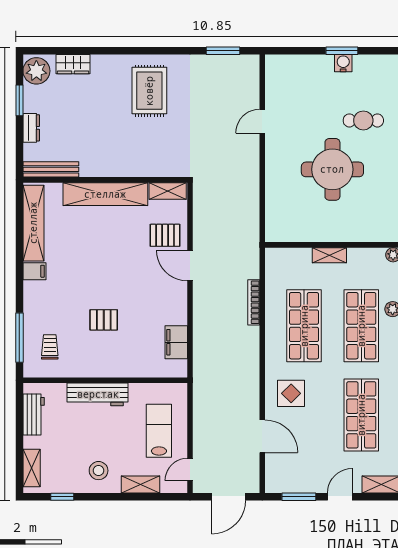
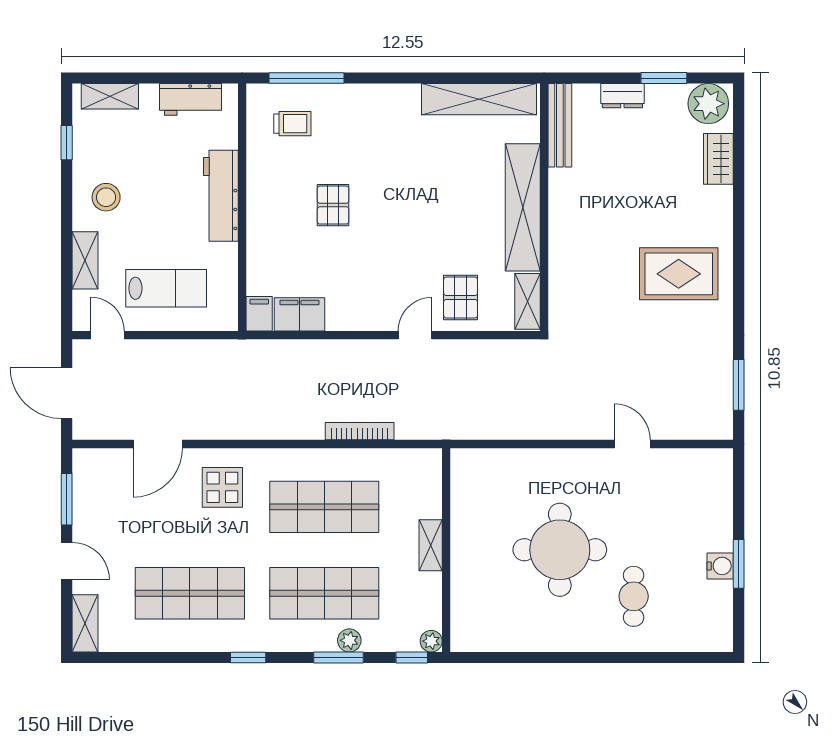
door: (190, 266) -> (415, 335), width x0.73
filing cabinet: (35, 271) -> (259, 314), moved, turned 180

